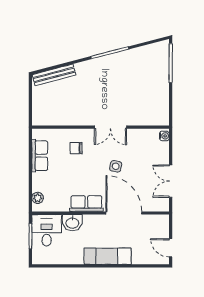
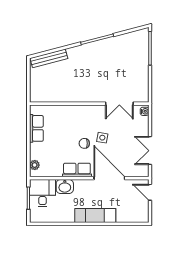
double door: (110, 127) -> (119, 104), moved
chair: (76, 148) -> (84, 143), moved
door: (171, 248) -> (150, 192), moved

